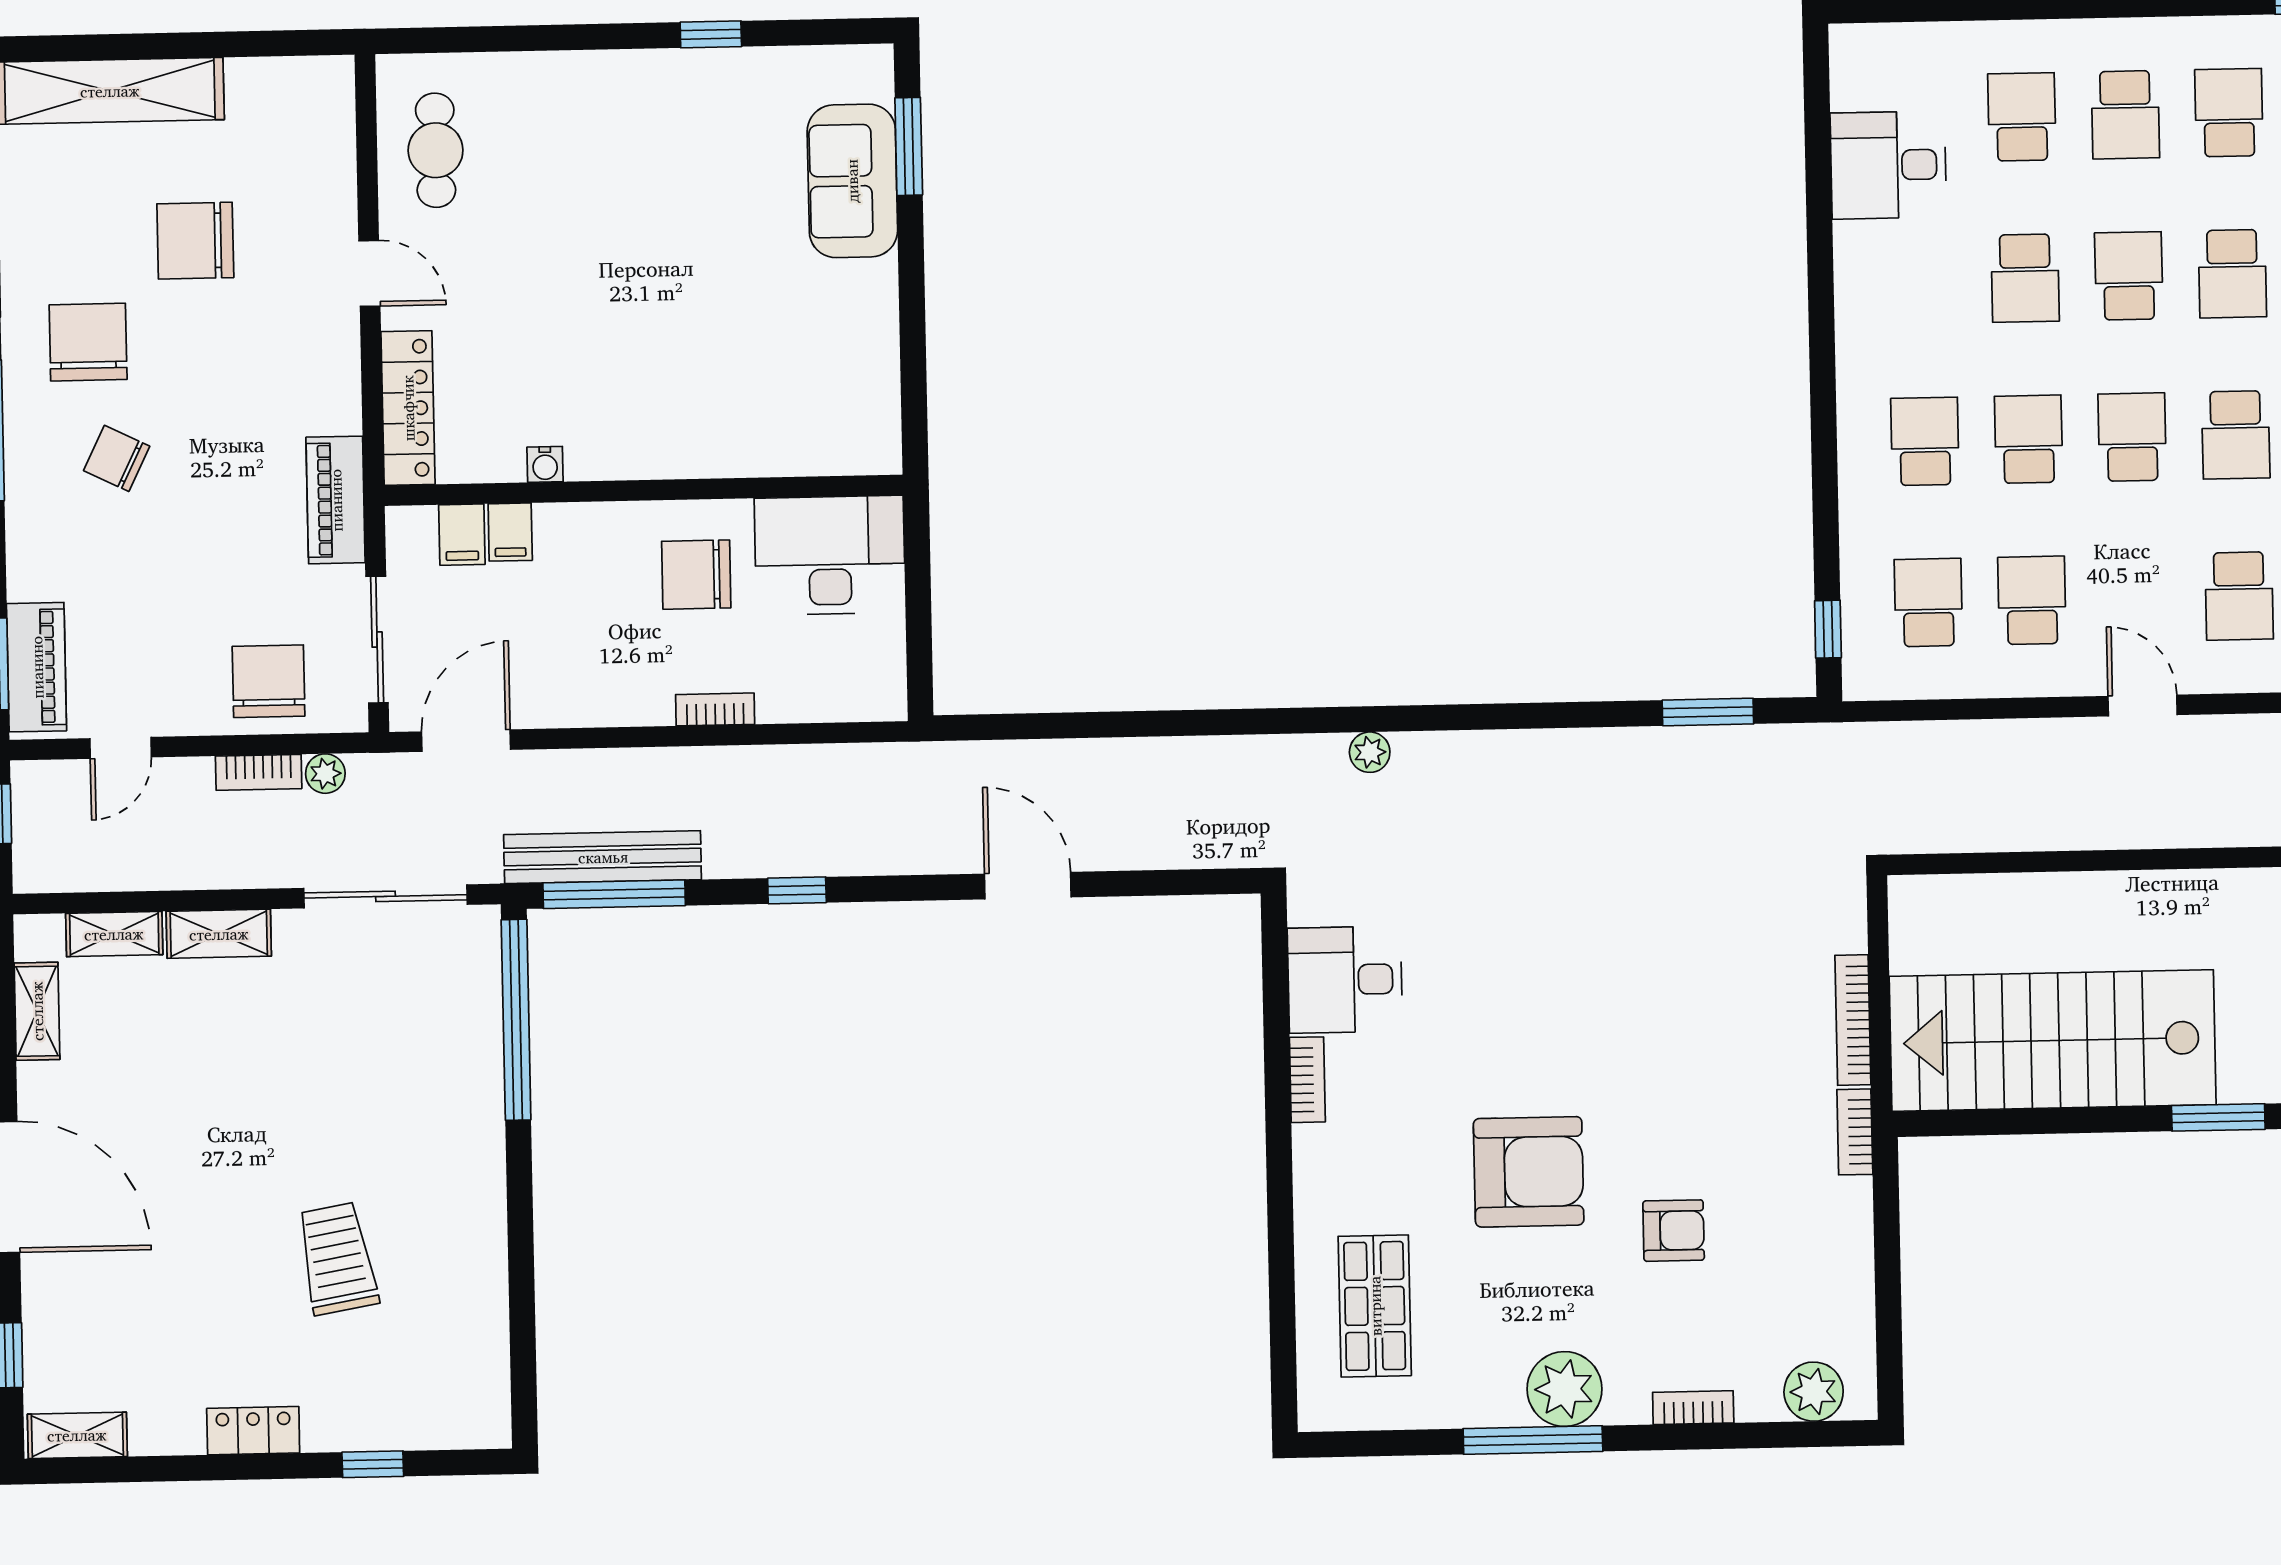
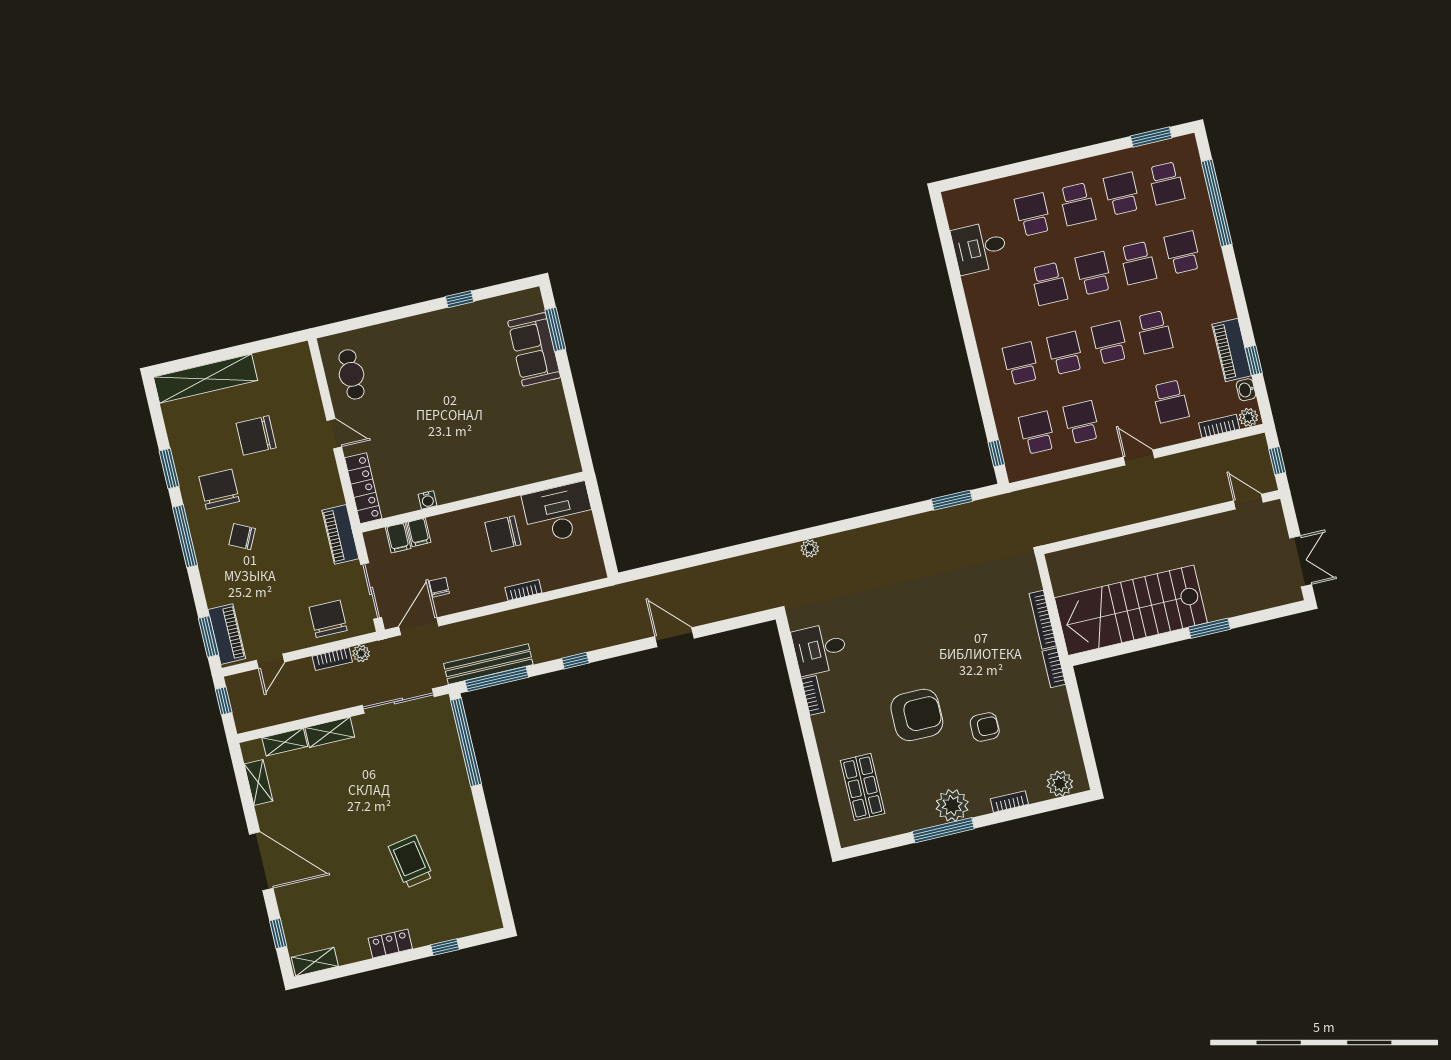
chair: (530, 664) -> (439, 587), added

